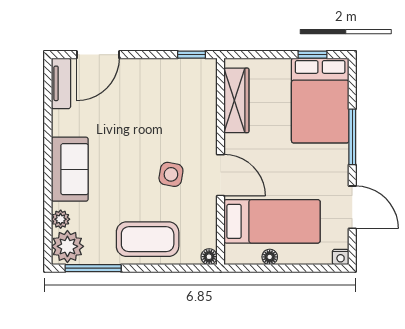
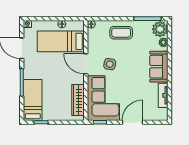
door: (98, 55) -> (132, 122), moved
tv unit: (61, 83) -> (163, 95), moved
bed: (320, 100) -> (33, 100), width x0.67
corner sofa: (184, 104) -> (103, 98), added
coffee table: (148, 239) -> (121, 33), width x0.73, depth x0.76

